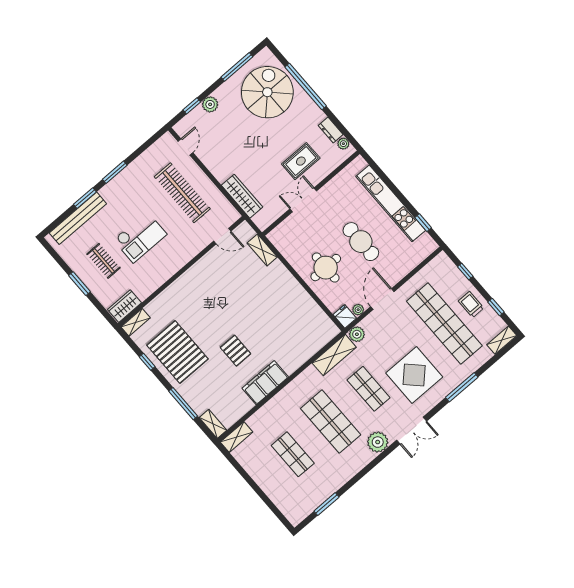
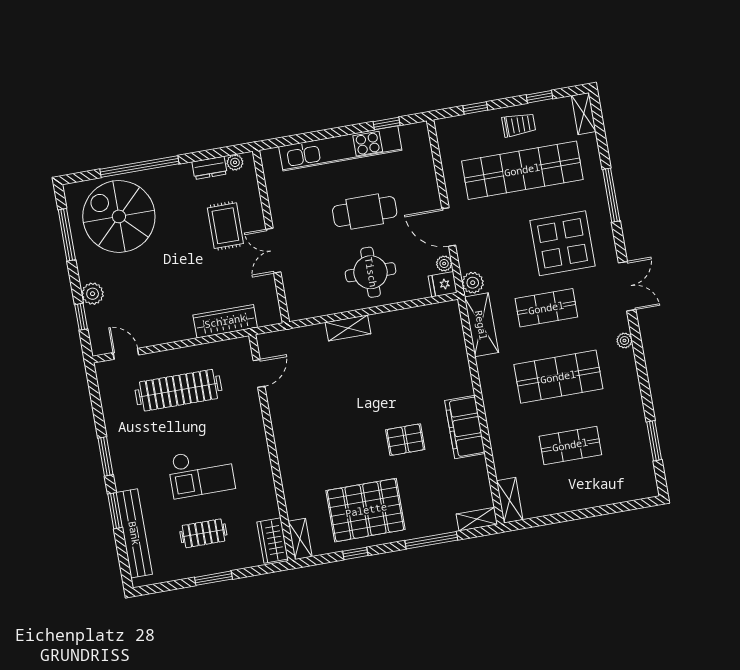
checkout: (140, 237) -> (201, 472), turned 90
shelving: (262, 250) -> (348, 328), moved
trolley: (471, 304) -> (519, 125), turned 180
plant: (378, 442) -> (624, 341), width x0.53, depth x0.53

